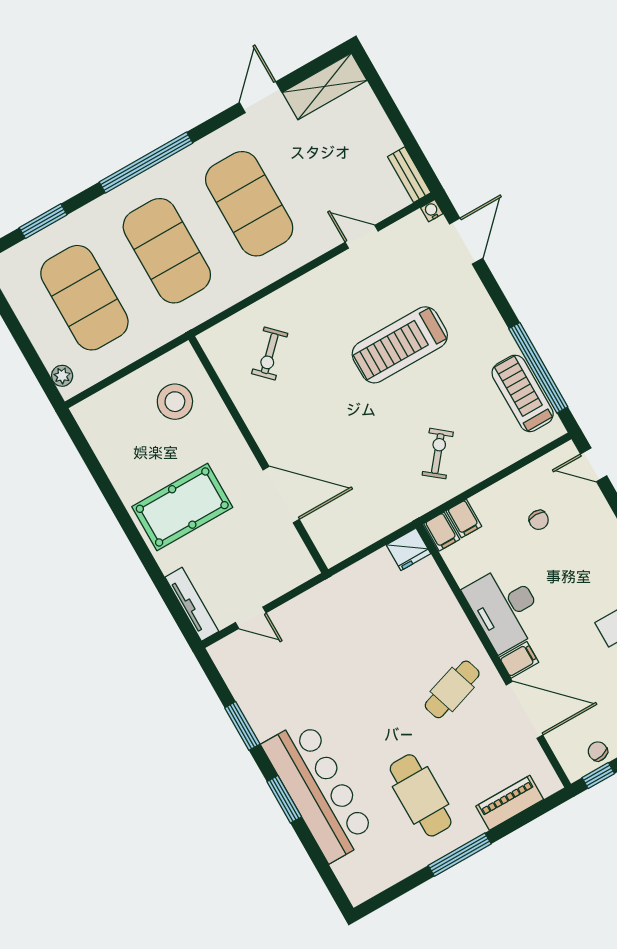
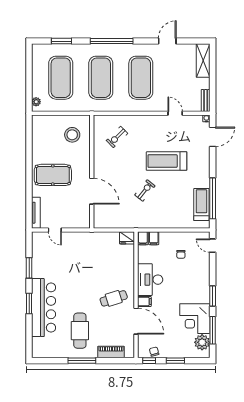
shelving: (325, 86) -> (203, 61), moved, turned 90
exercise bike: (438, 454) -> (145, 190), moved

